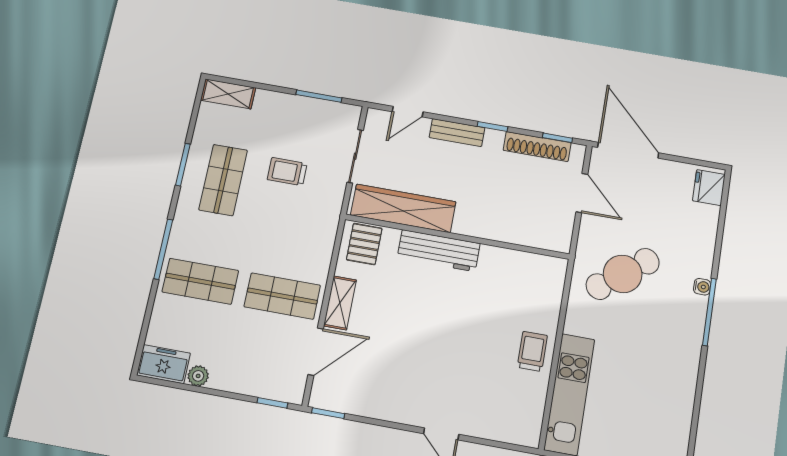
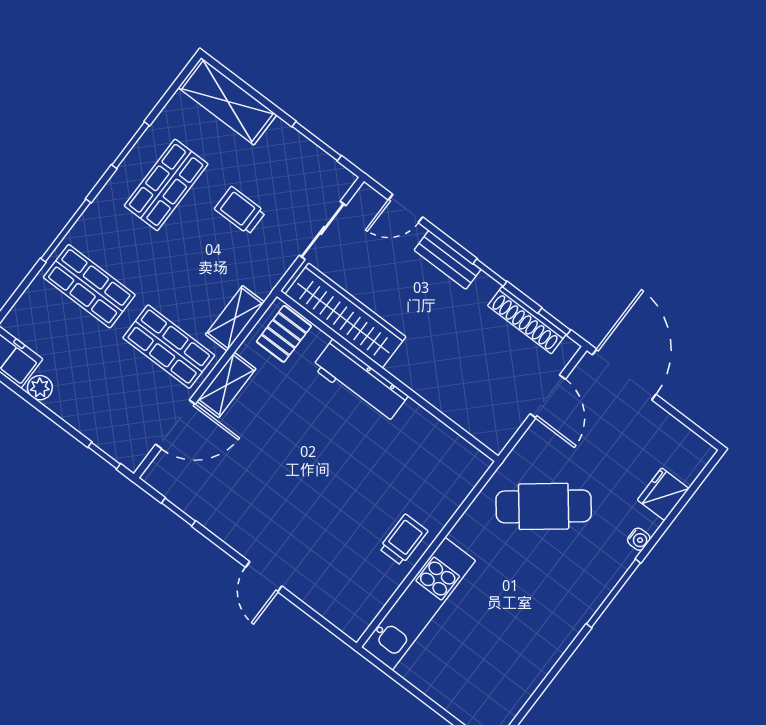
shelving: (228, 94) -> (228, 101), width x1.50, depth x1.33
fridge: (709, 188) -> (663, 494), moved
shelving: (322, 251) -> (235, 318), added
water cooler: (702, 287) -> (639, 539), moved
window: (328, 413) -> (179, 512), moved

